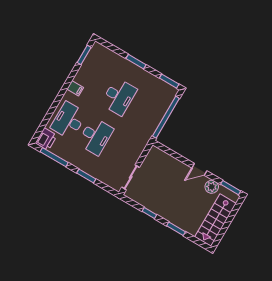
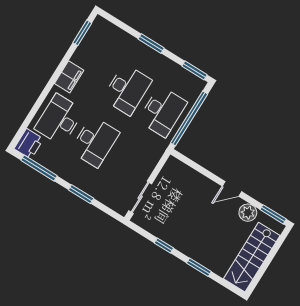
filing cabinet: (75, 88) -> (69, 77), width x2.00
desk: (146, 112) -> (162, 111), added

